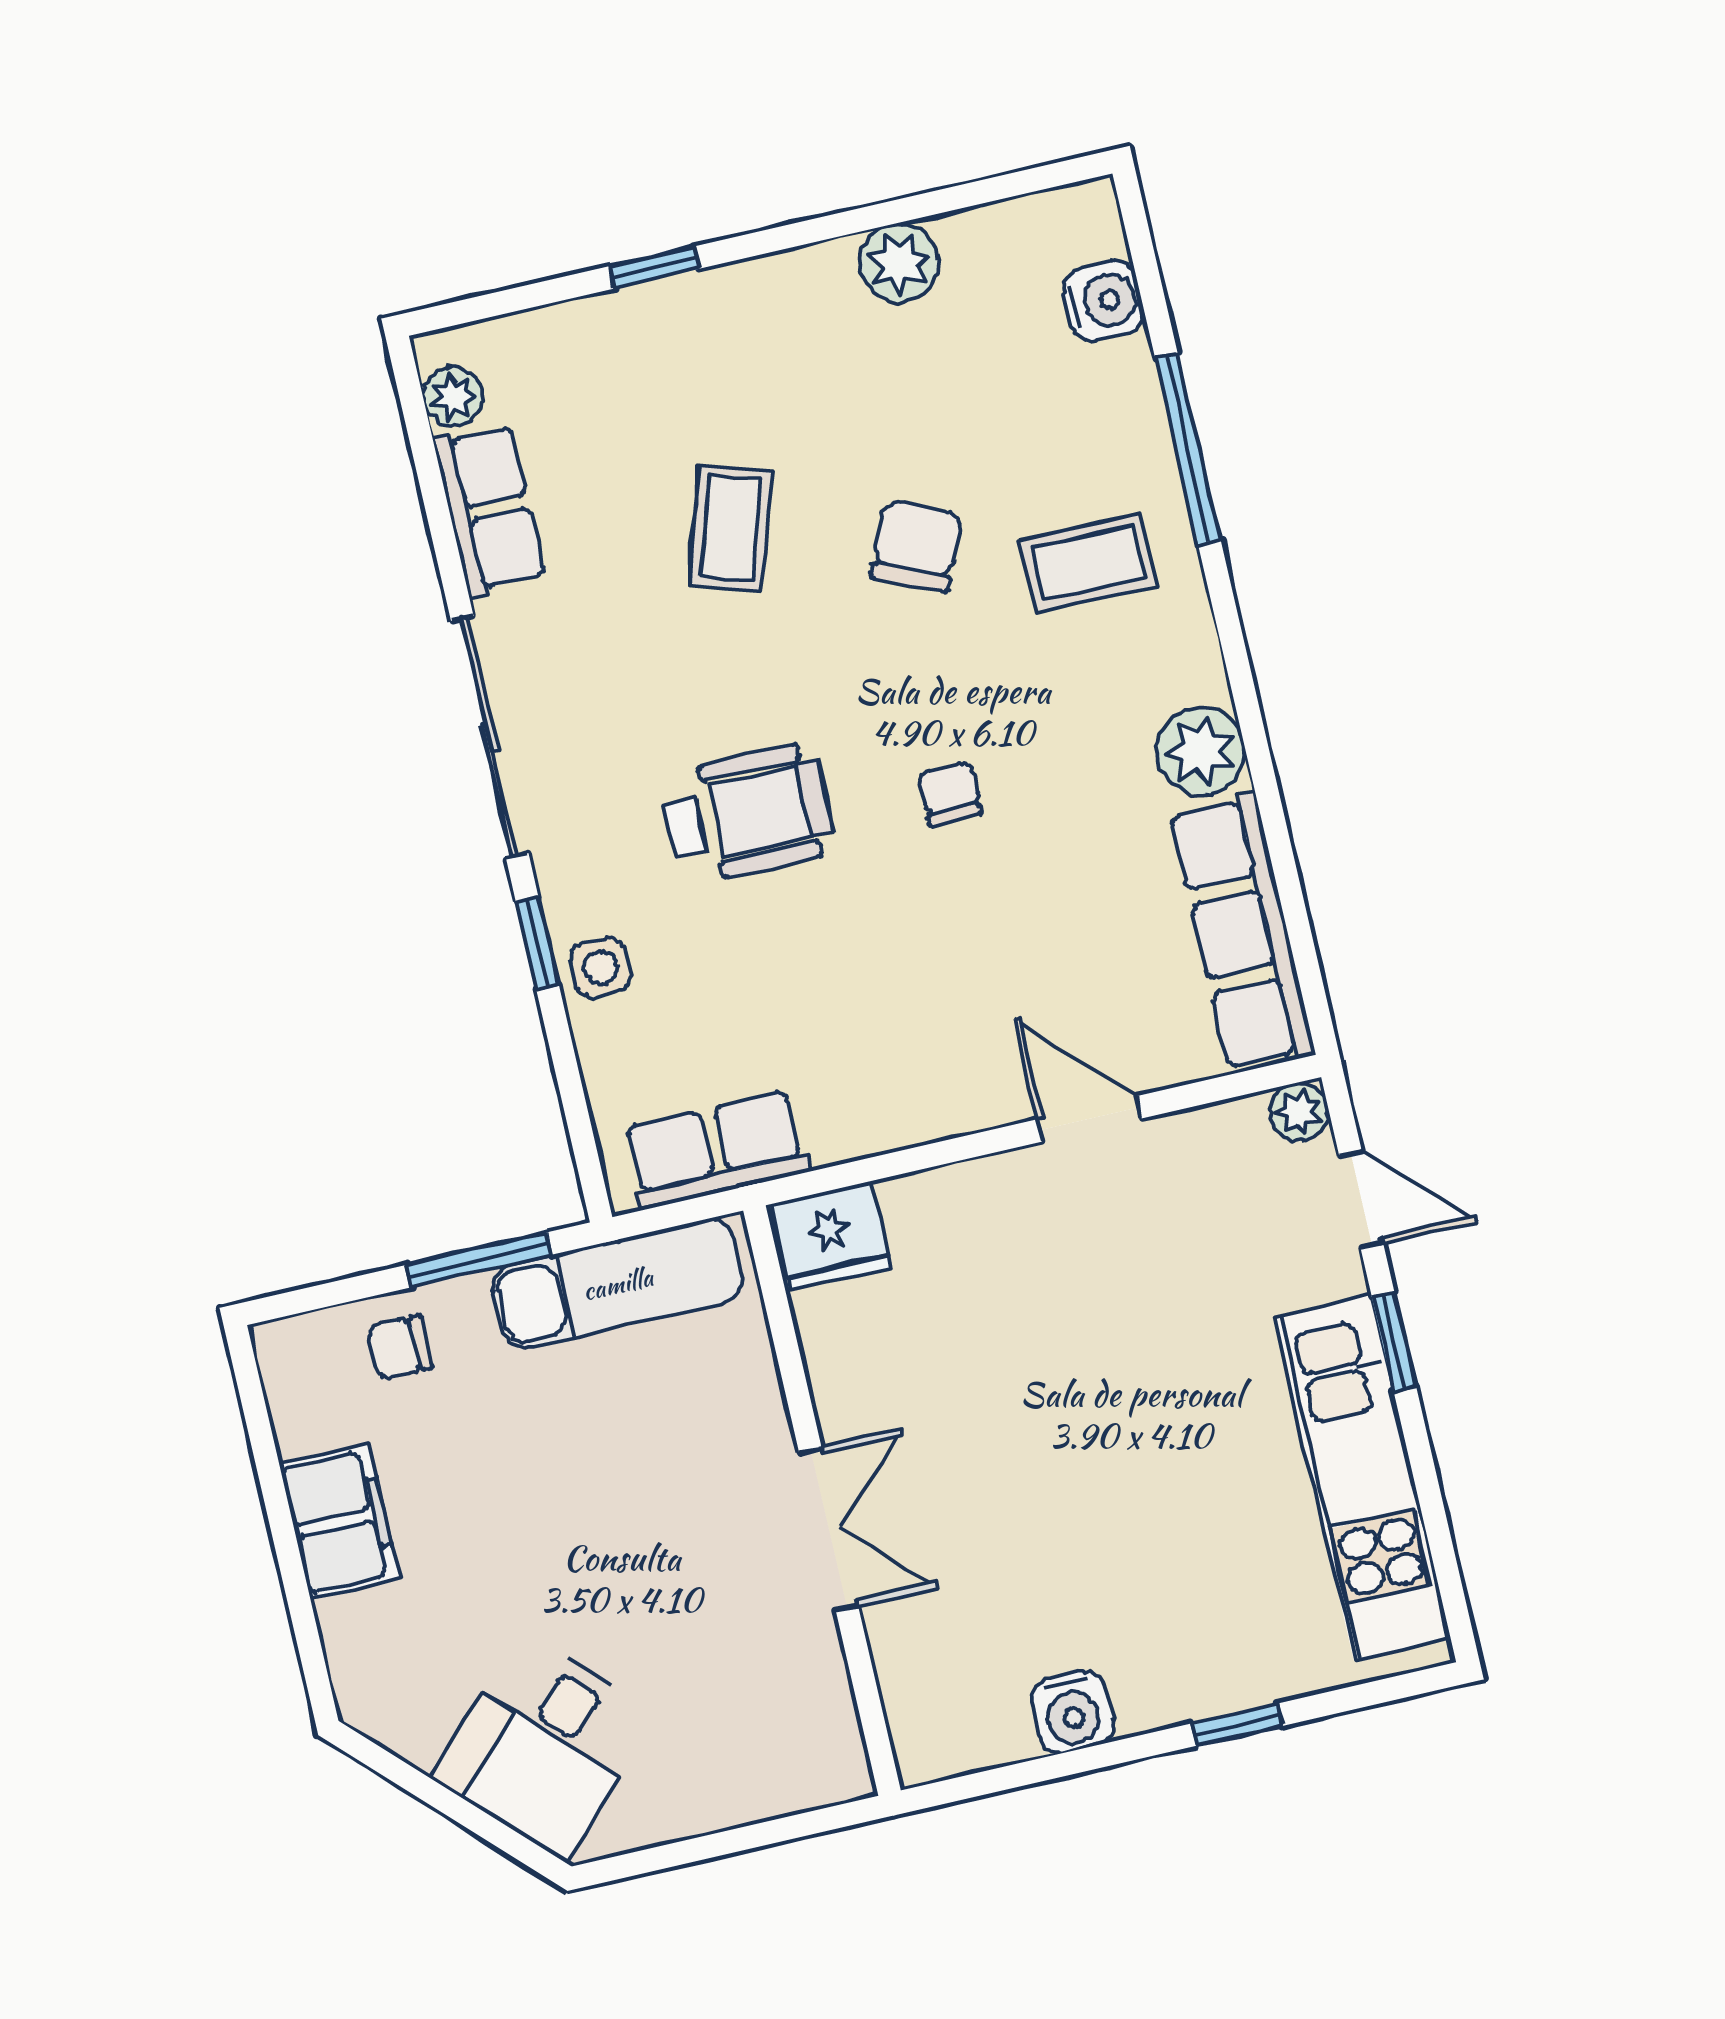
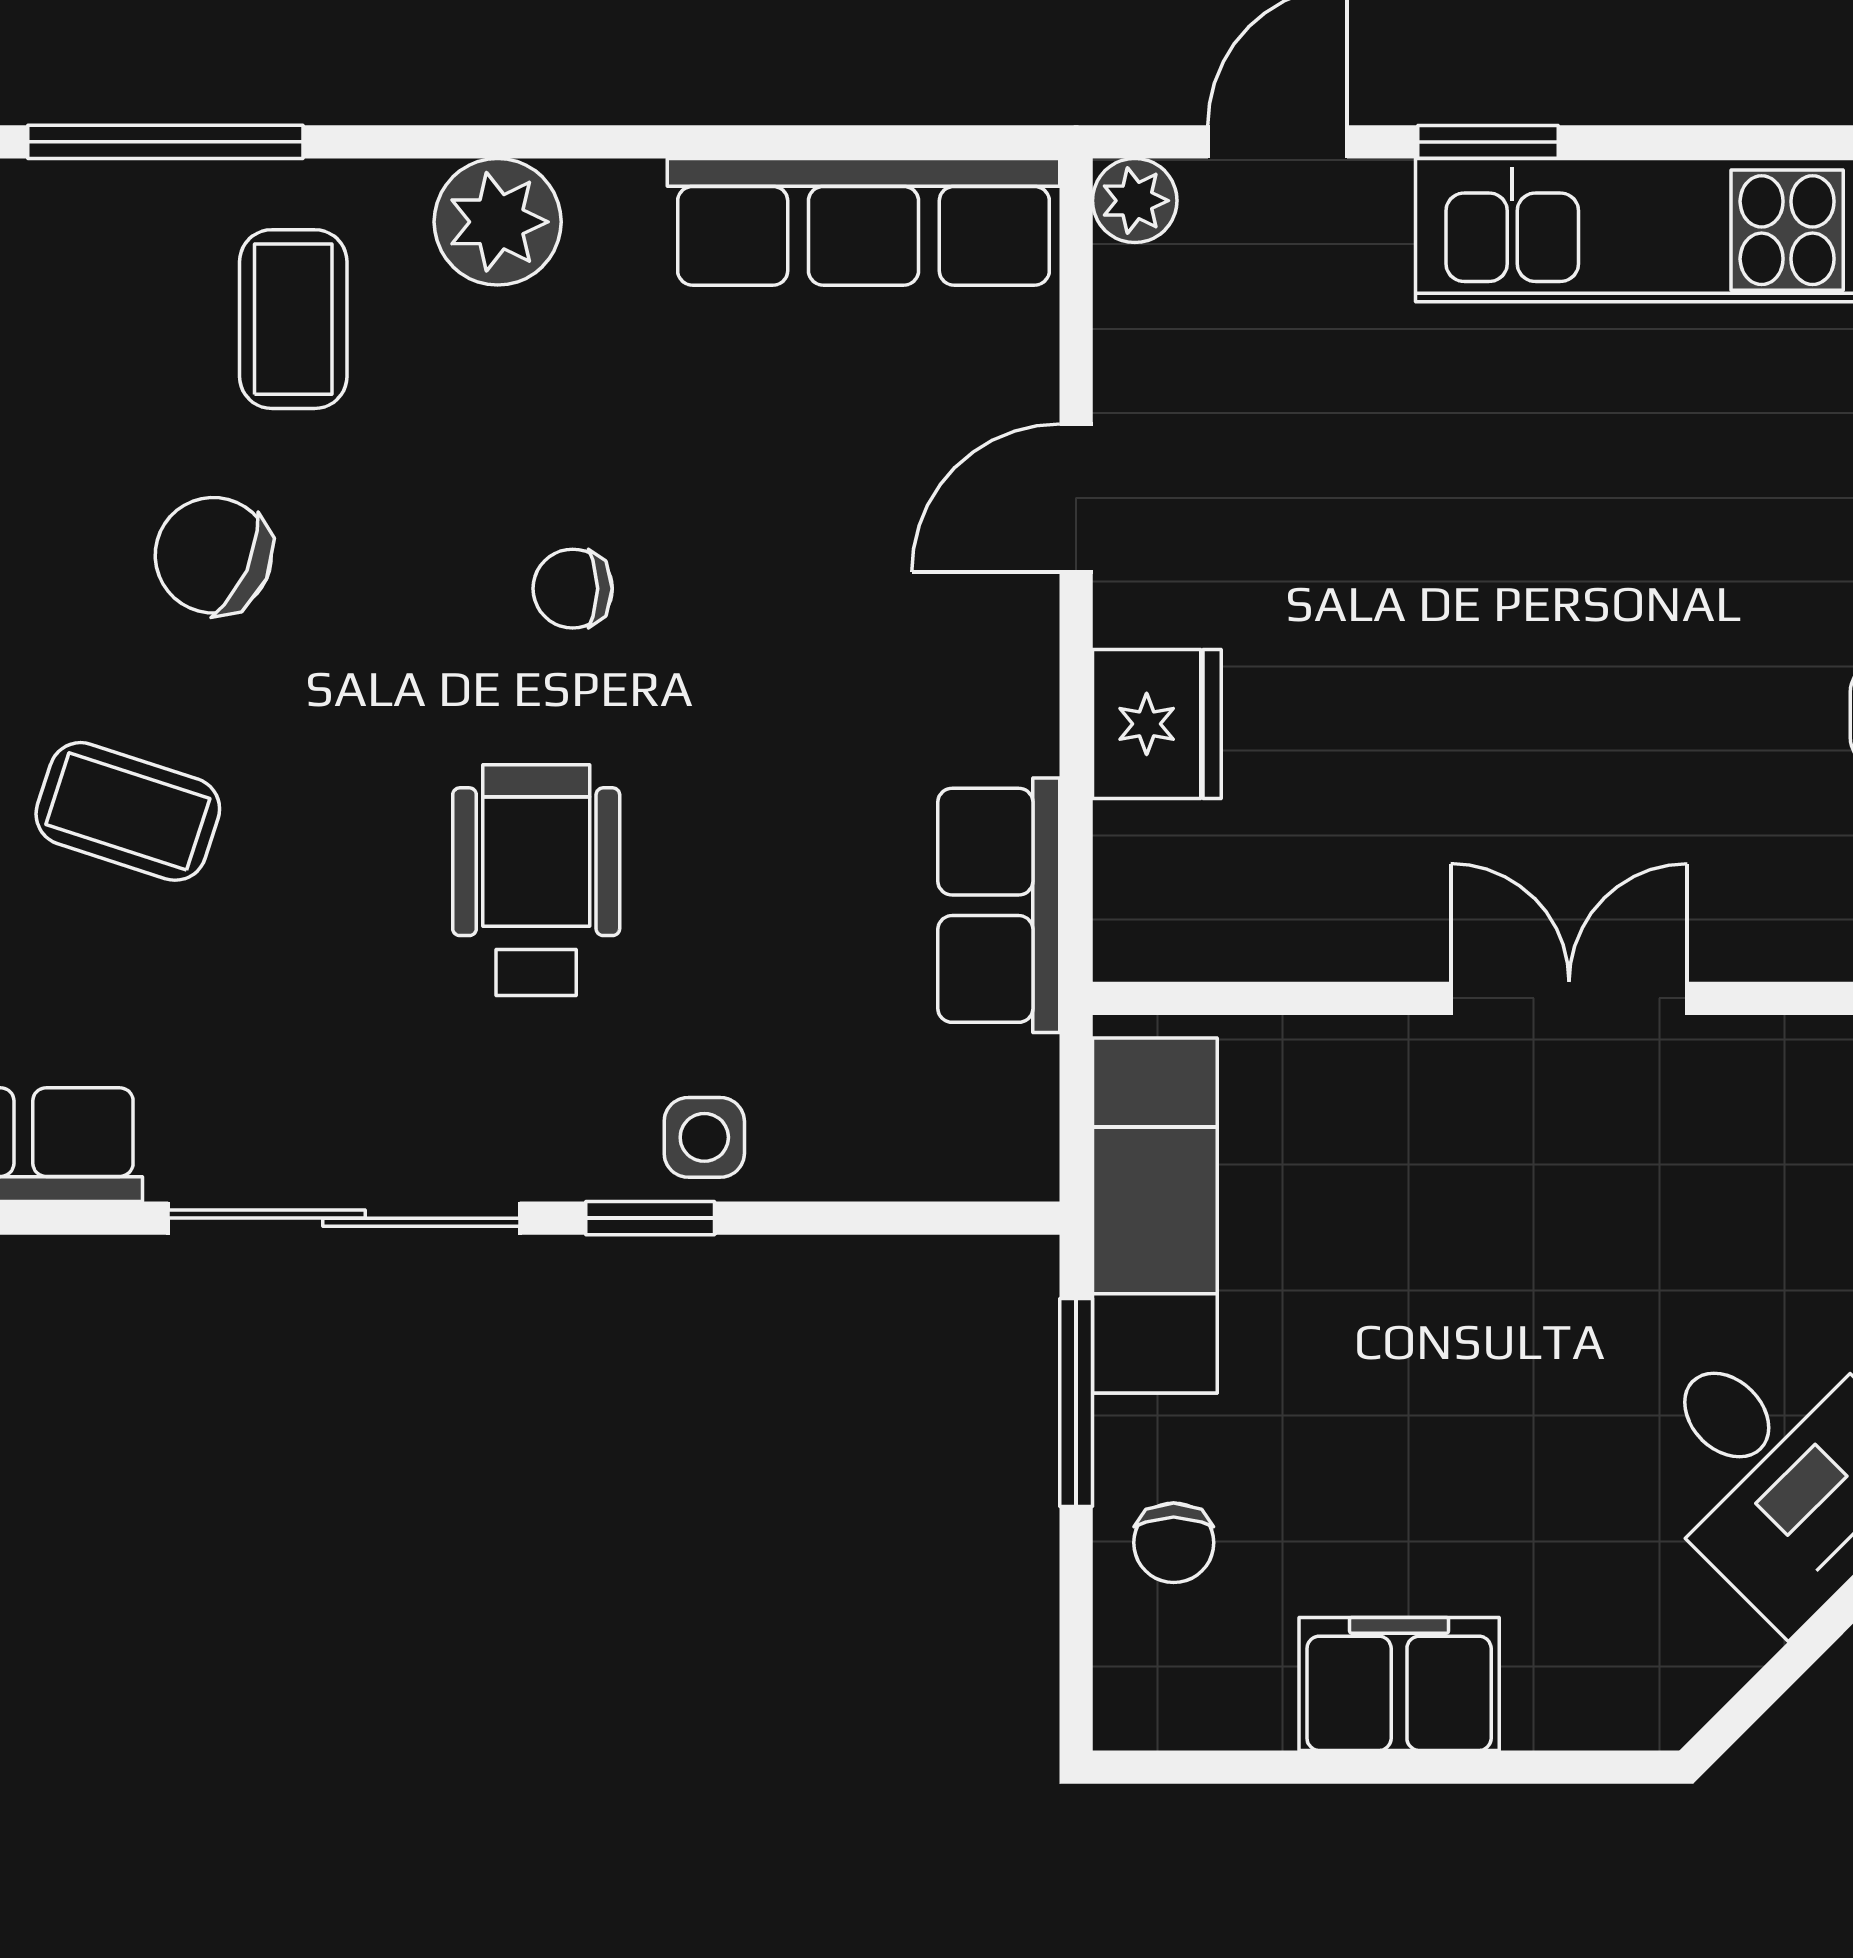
plant: (1201, 751) -> (498, 222), moved
row of seats: (716, 1150) -> (999, 905), moved
fridge: (831, 1236) -> (1157, 724), moved

